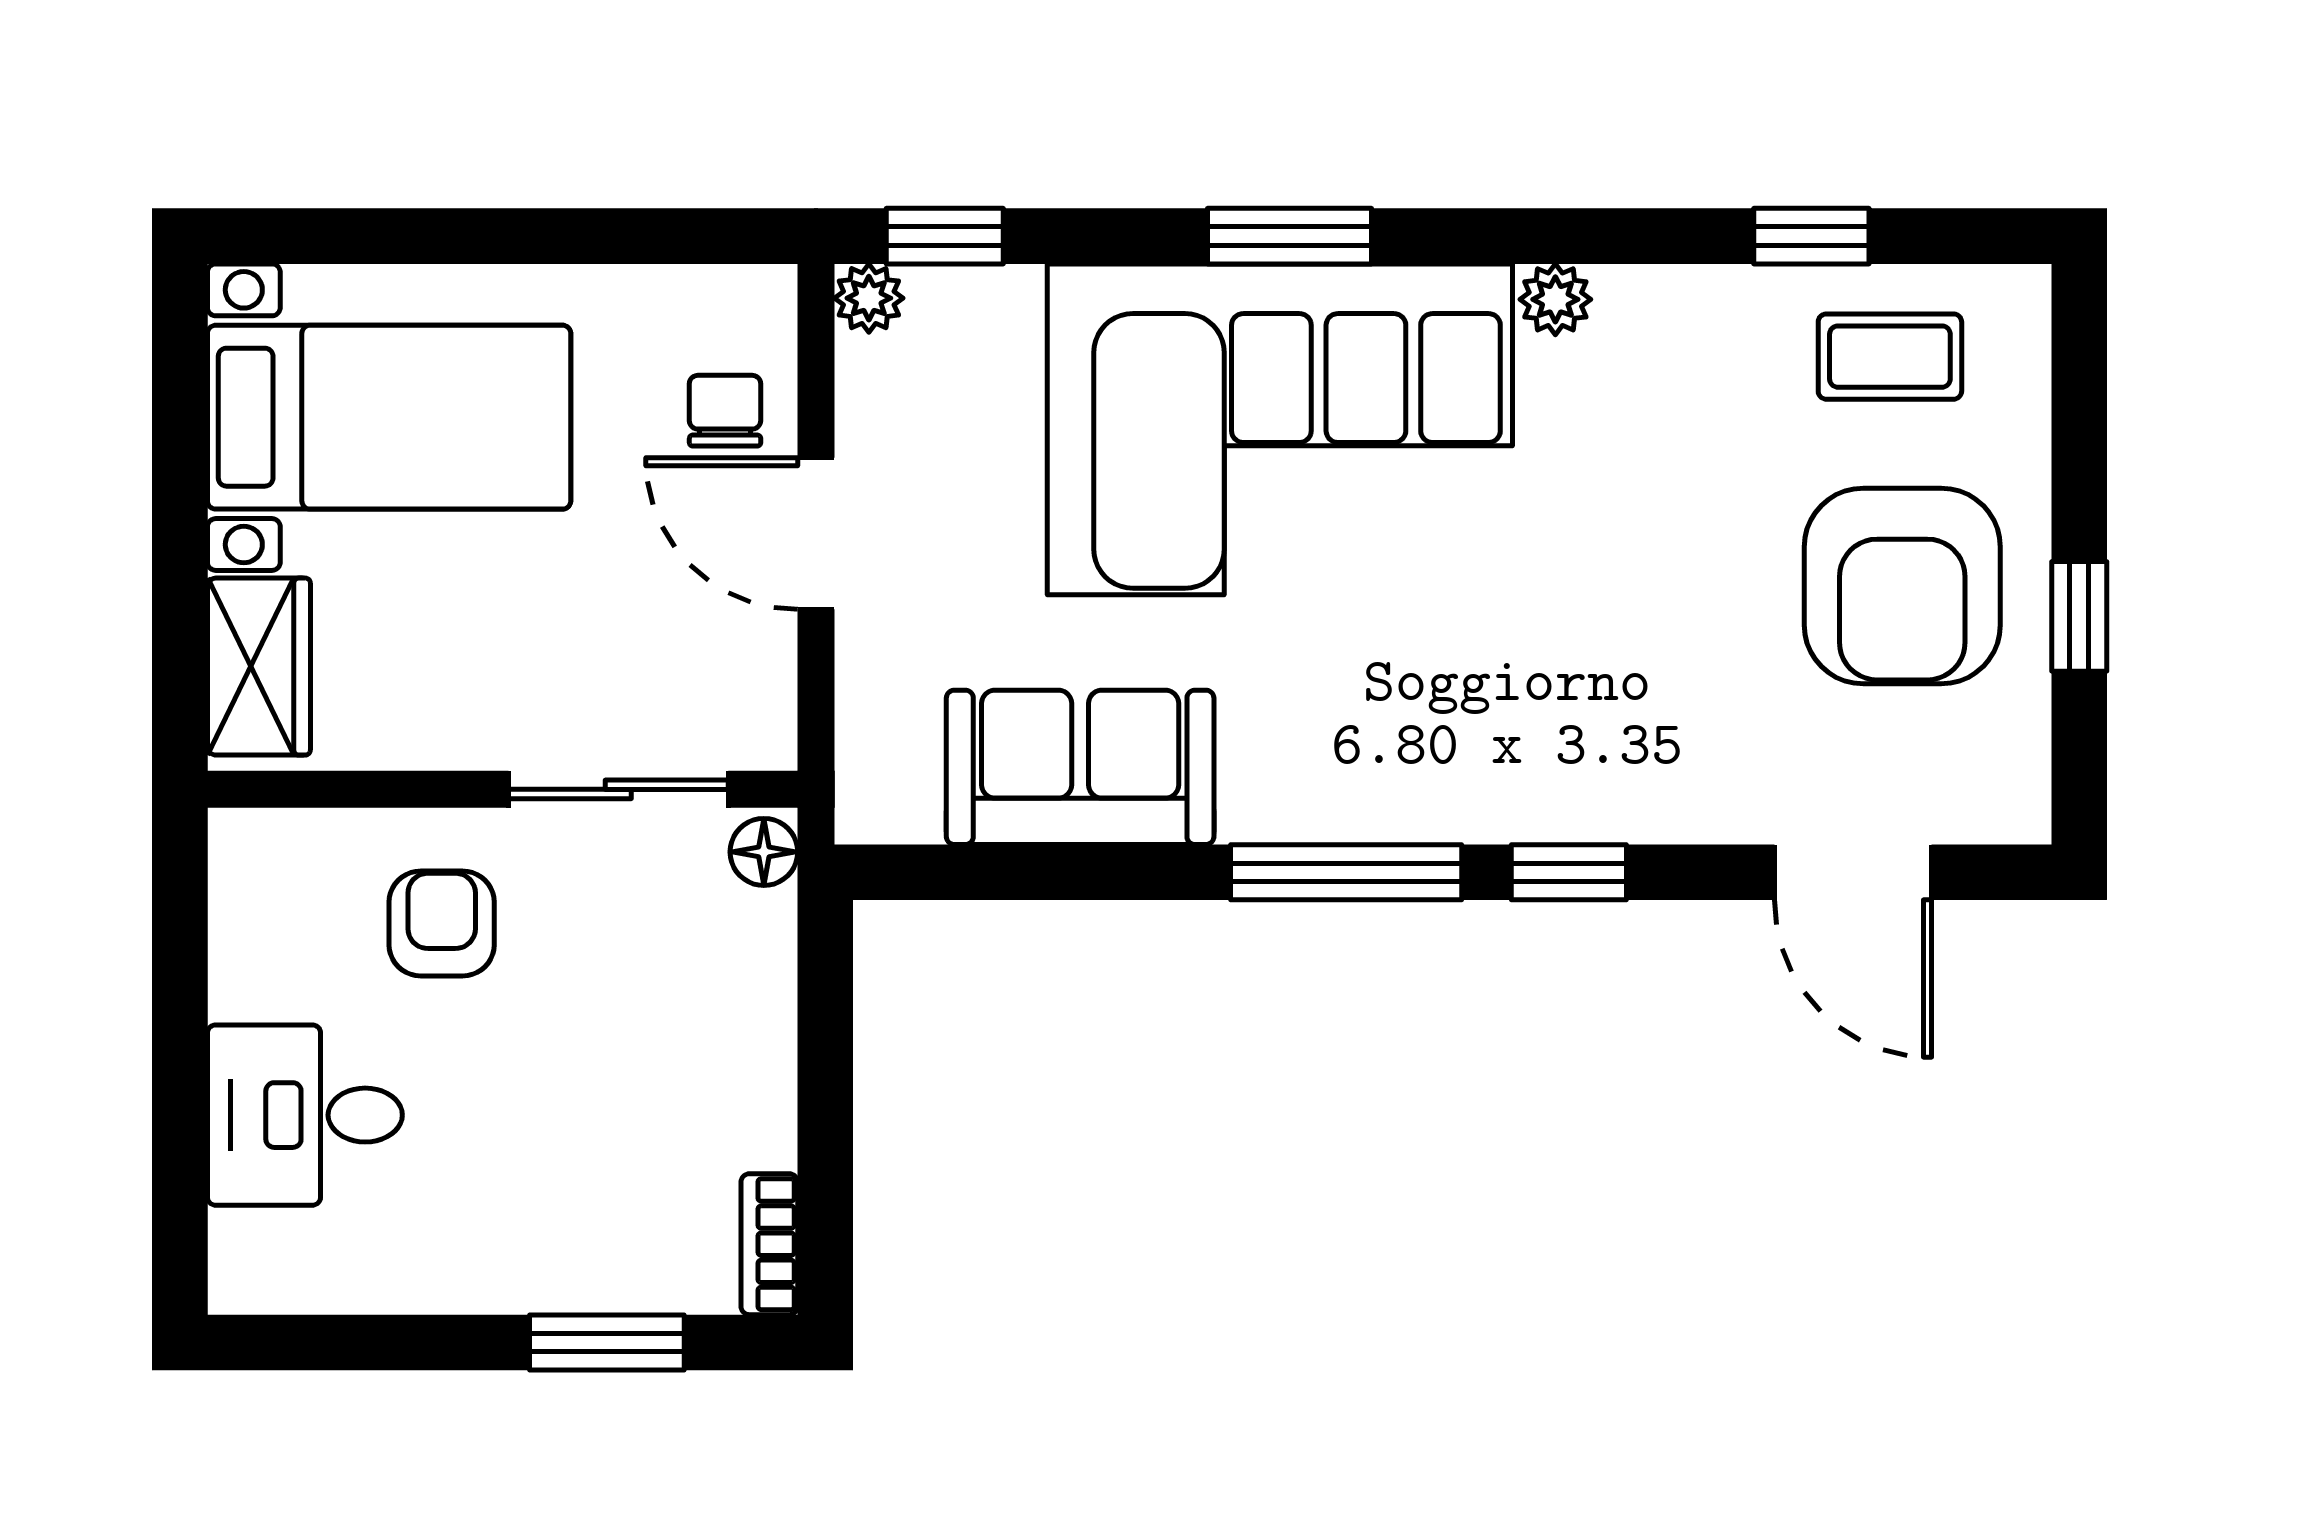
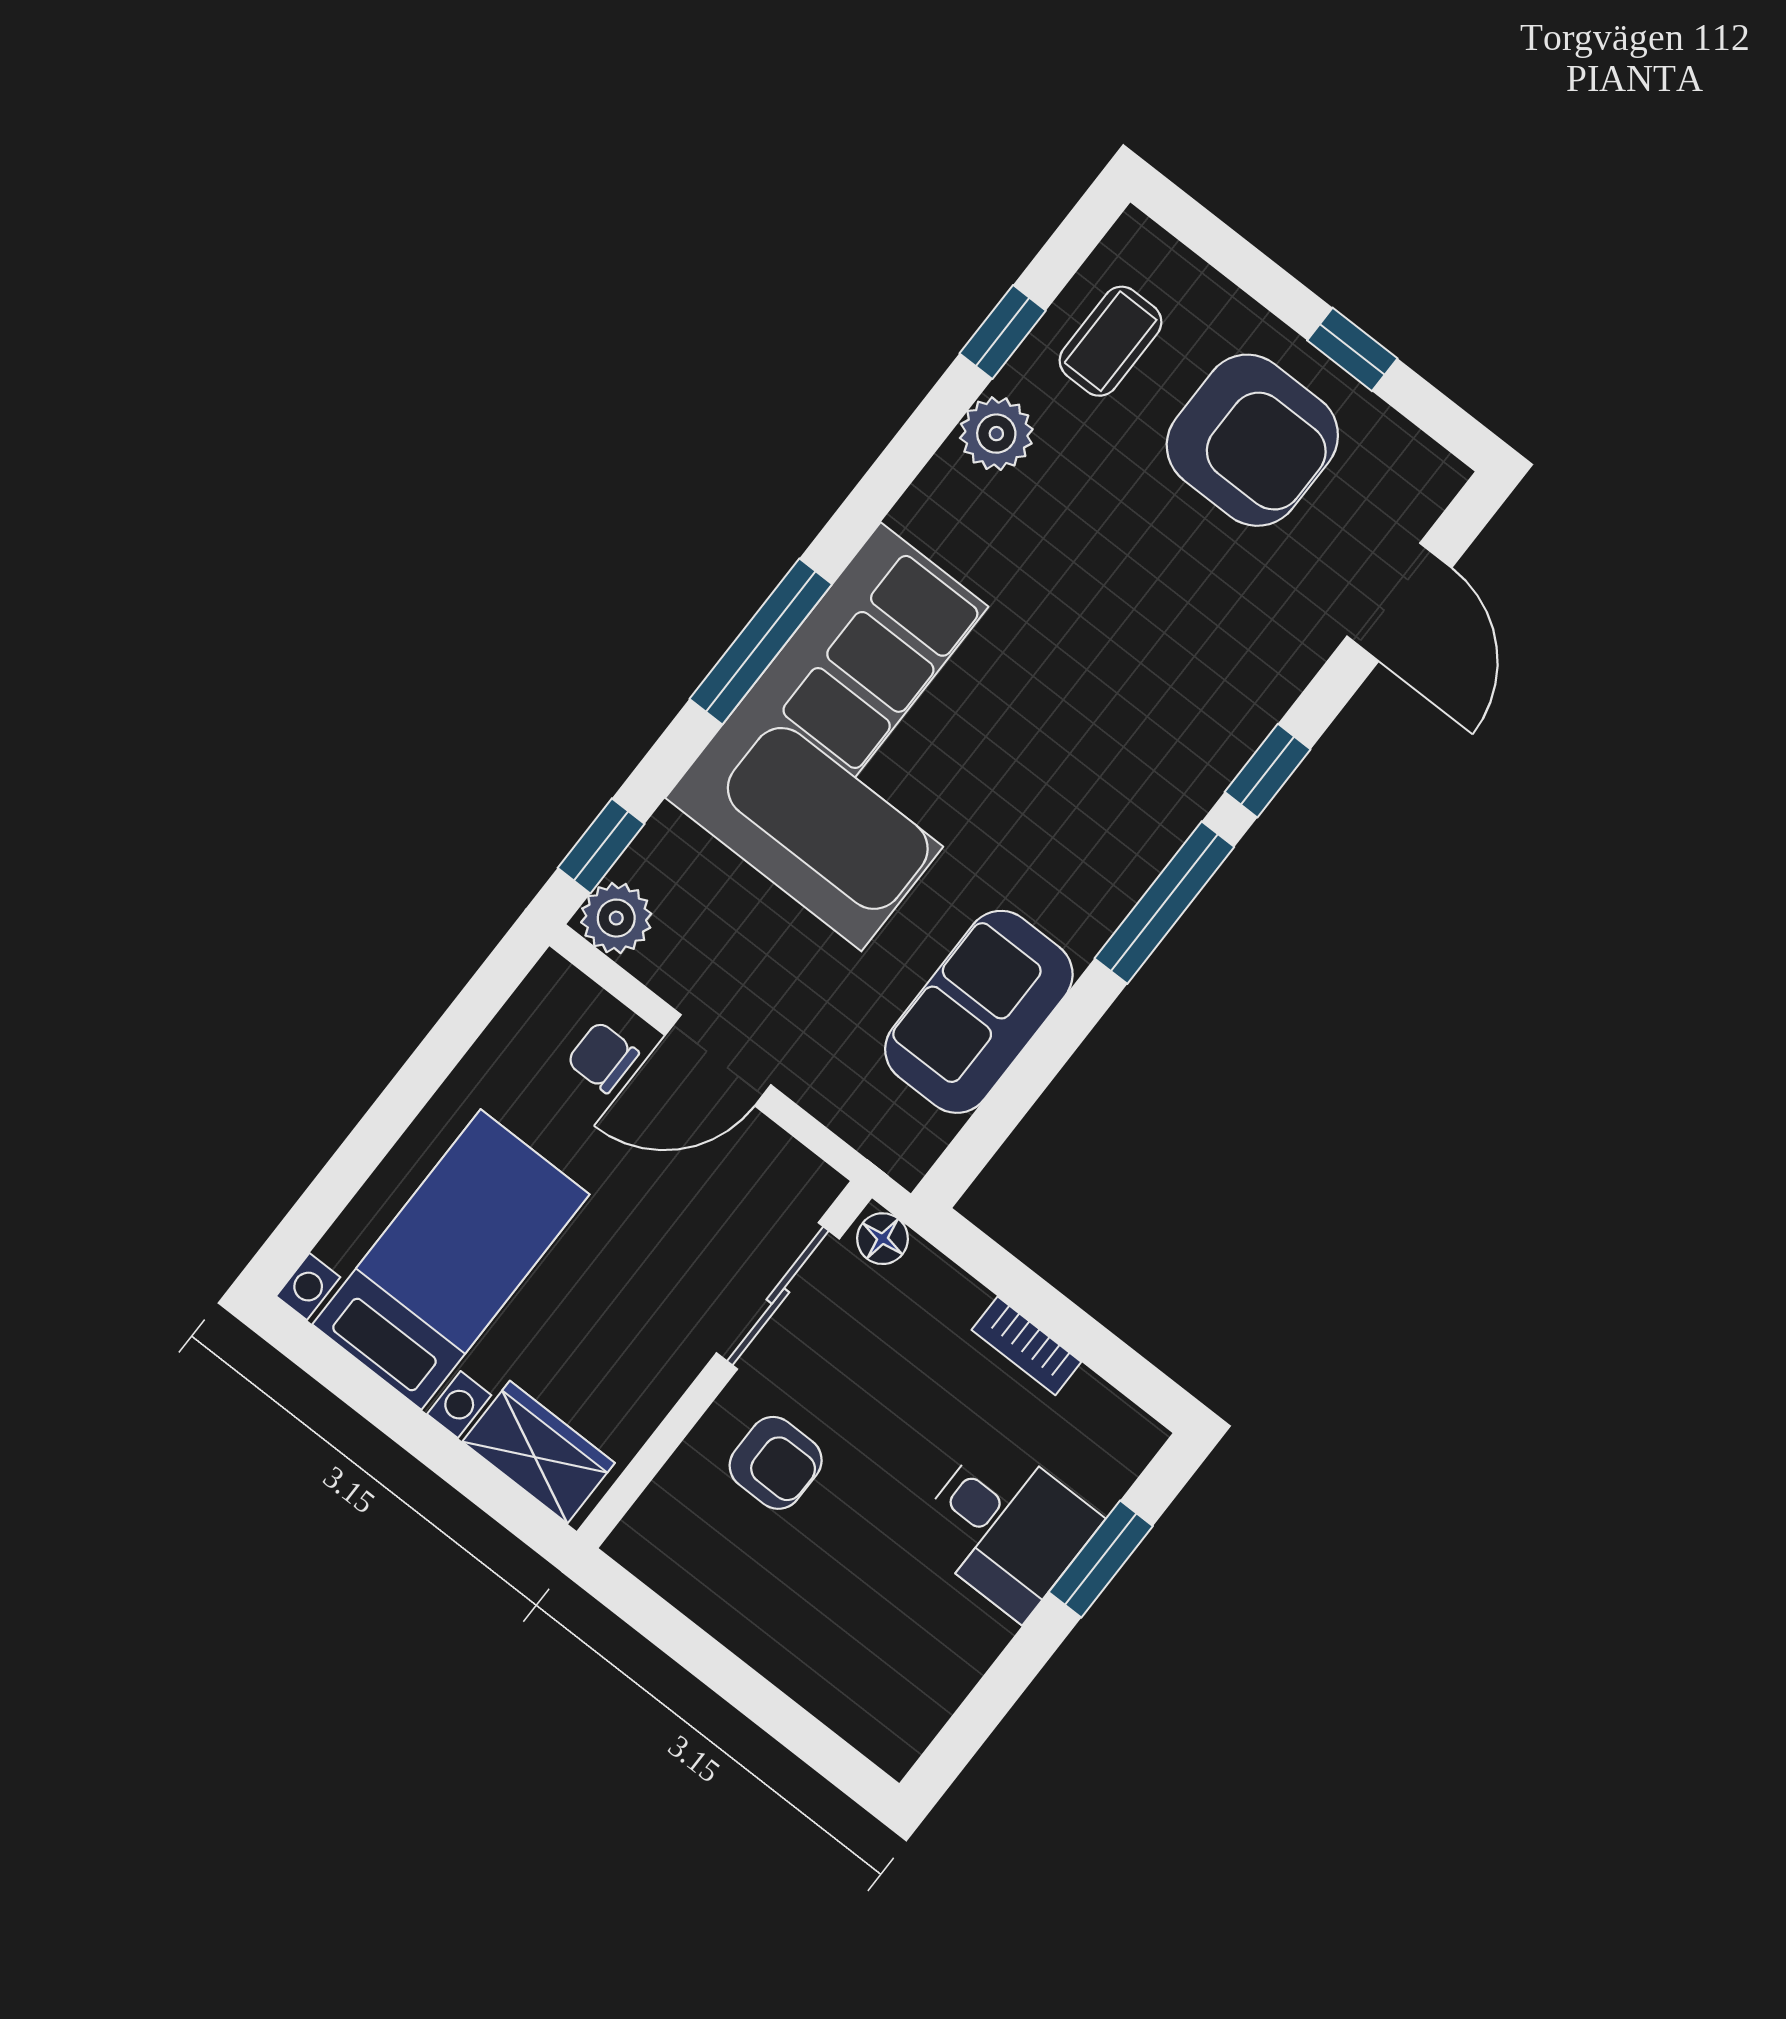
window: (1289, 236) -> (761, 642), width x1.44
plant: (869, 298) -> (616, 918), width x1.38, depth x1.38
plant: (1555, 299) -> (996, 434), moved, width x1.38, depth x1.38
door: (1853, 872) -> (1399, 602), hinge flipped
armchair: (442, 923) -> (776, 1463), turned 180
desk: (305, 1115) -> (1006, 1527), moved, turned -90
bookcase: (769, 1244) -> (1026, 1346), moved

